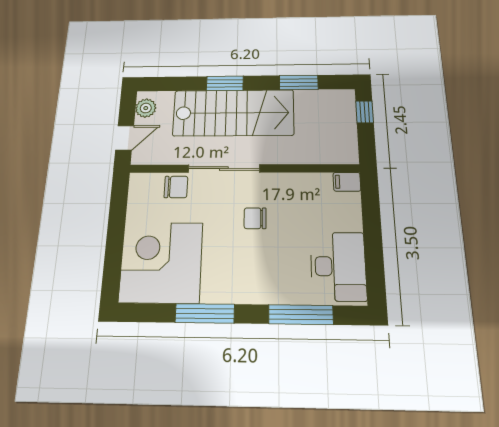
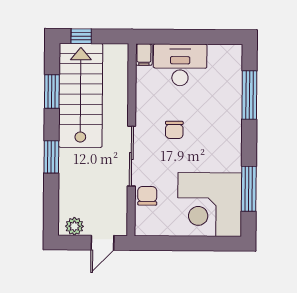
stairs: (233, 113) -> (81, 95), moved
door: (125, 138) -> (103, 243), swing flipped
desk: (338, 266) -> (180, 65), moved
window: (205, 313) -> (249, 189), moved

